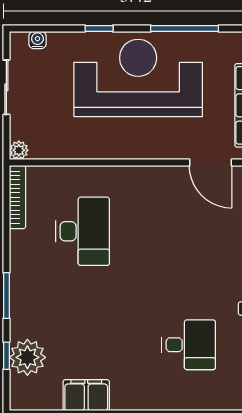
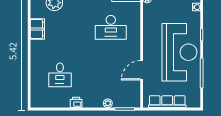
door: (210, 163) -> (142, 70), moved

